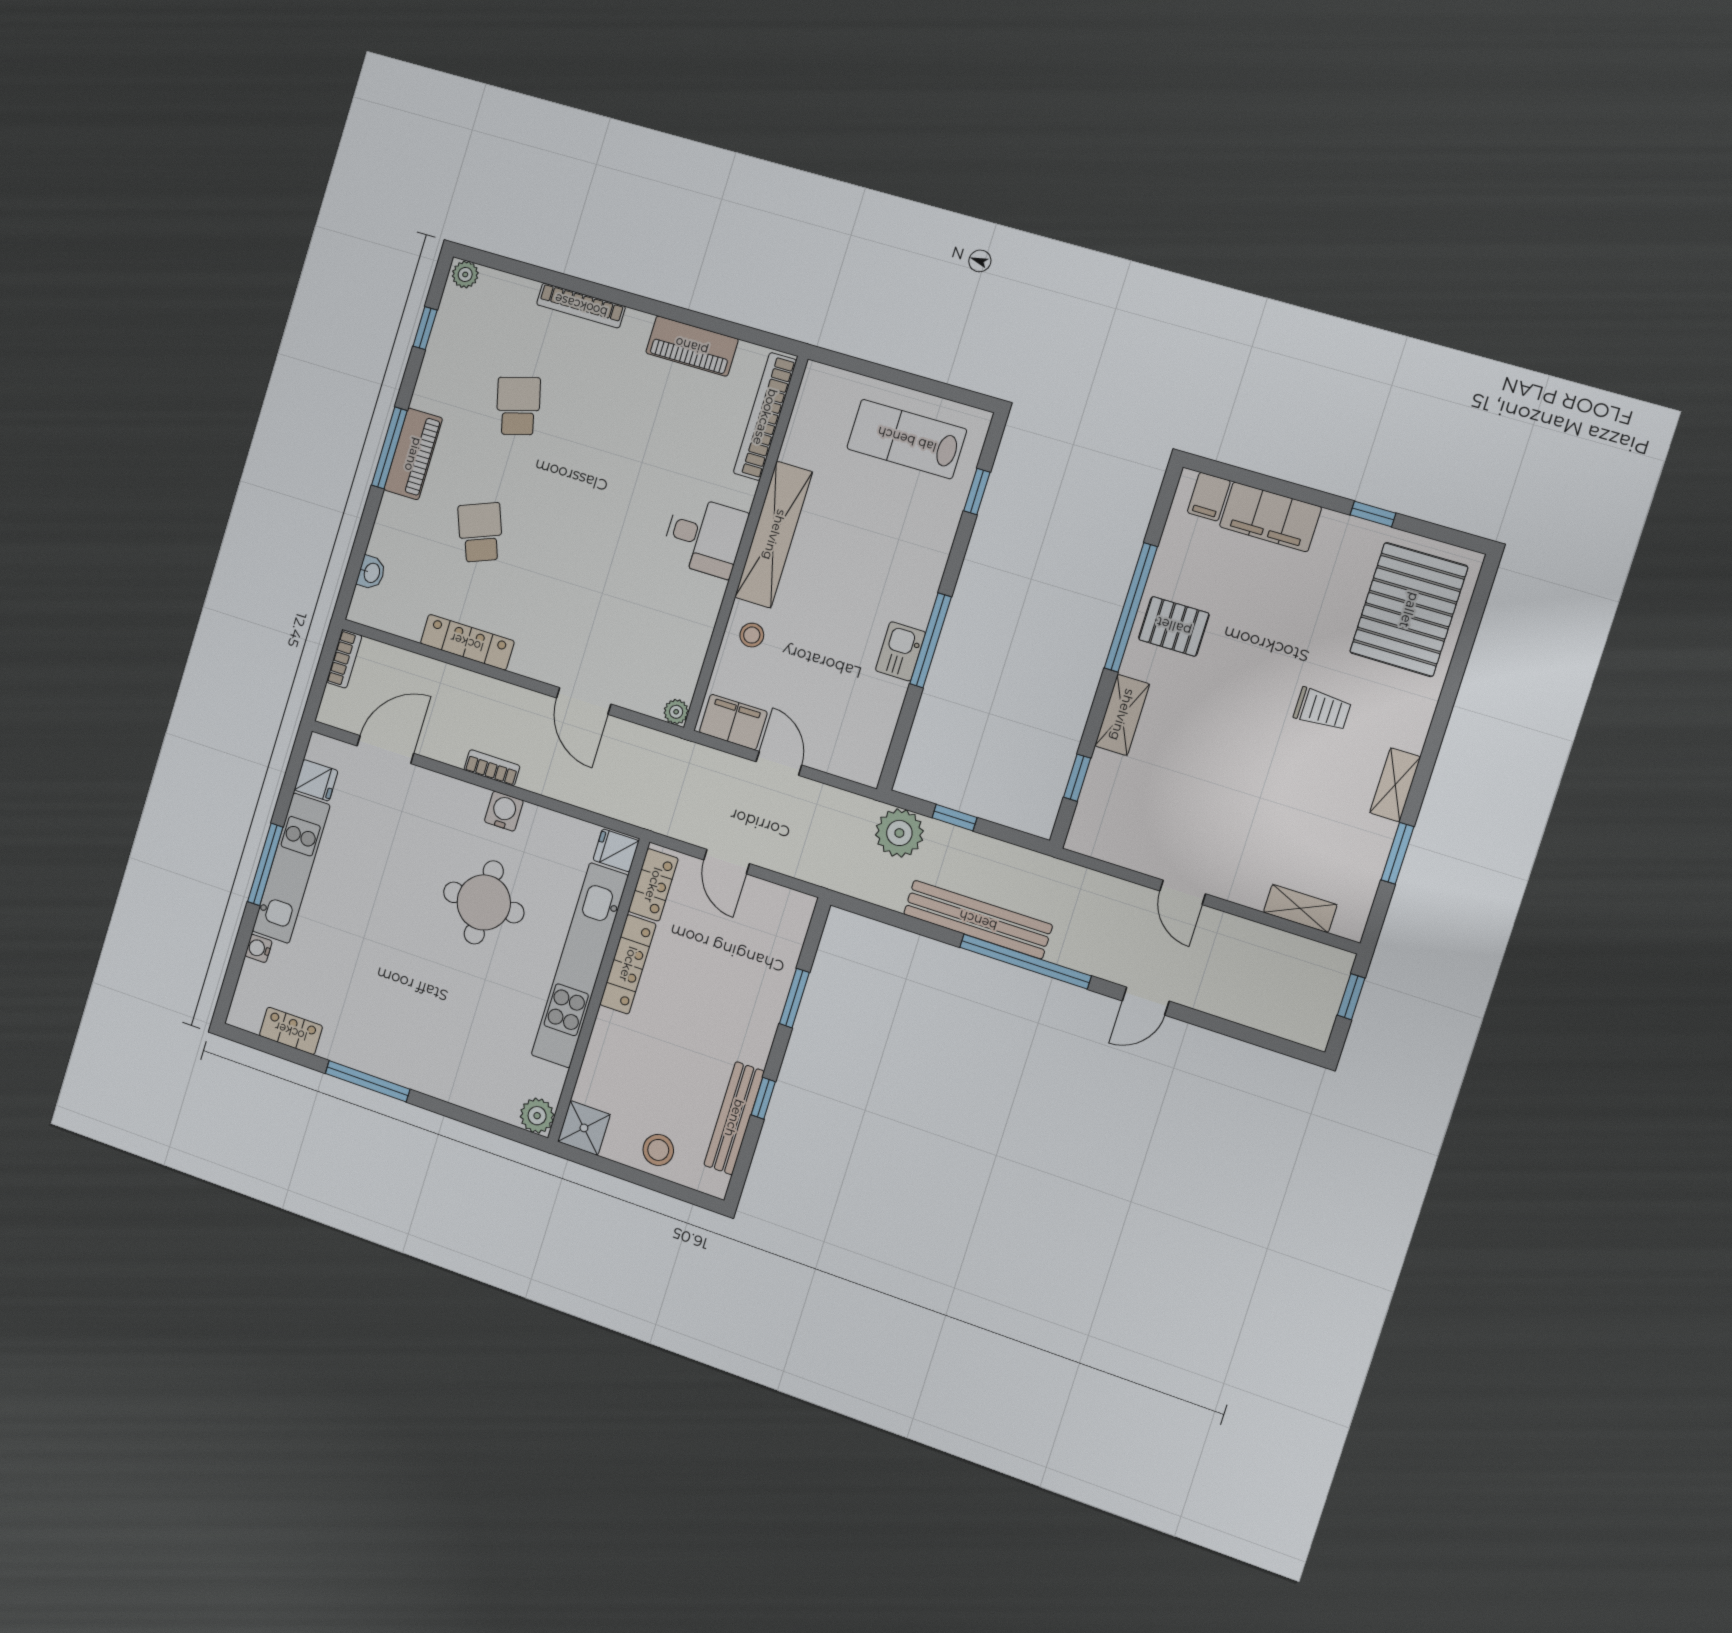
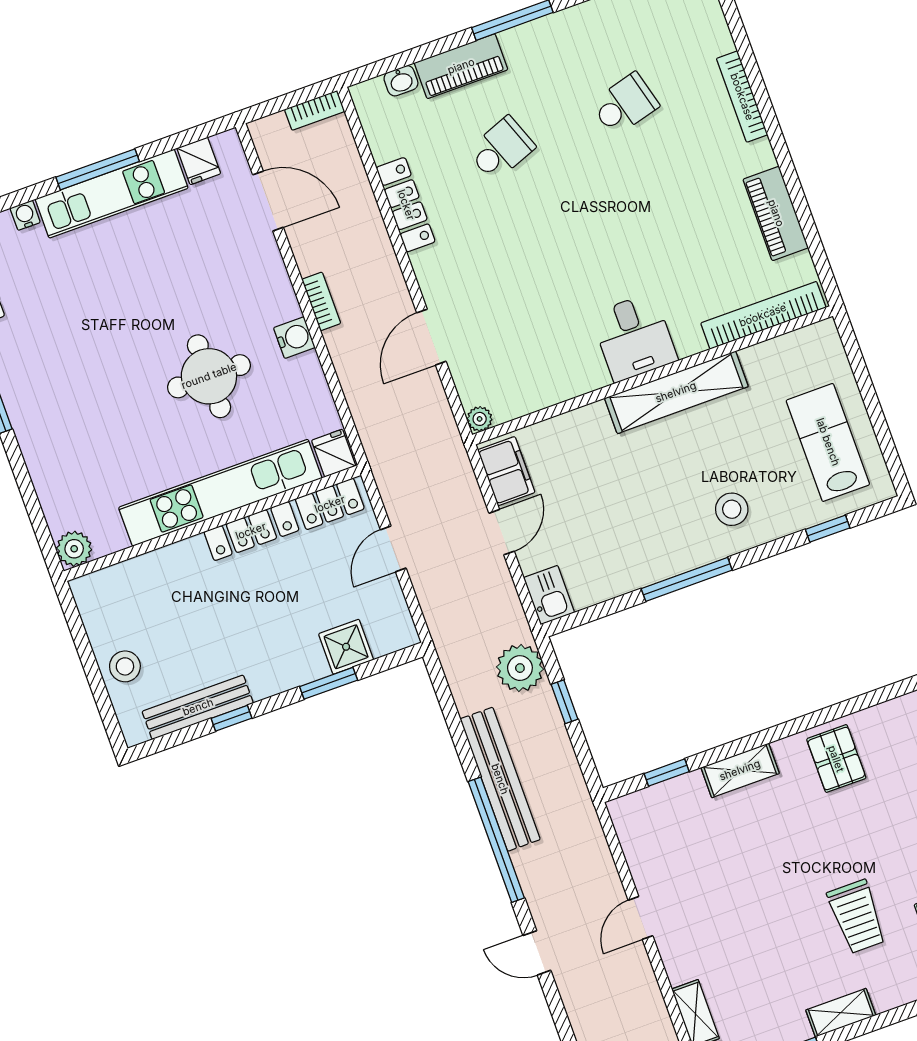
piano: (413, 454) -> (461, 66), moved
window: (1131, 607) -> (827, 715), removed
stool: (752, 635) -> (732, 509), moved, width x1.37, depth x1.37
kitchen sink: (900, 651) -> (549, 595), moved, turned 90
trolley: (1322, 709) -> (857, 917), width x1.36, depth x1.39
shower: (584, 1128) -> (346, 647), moved

